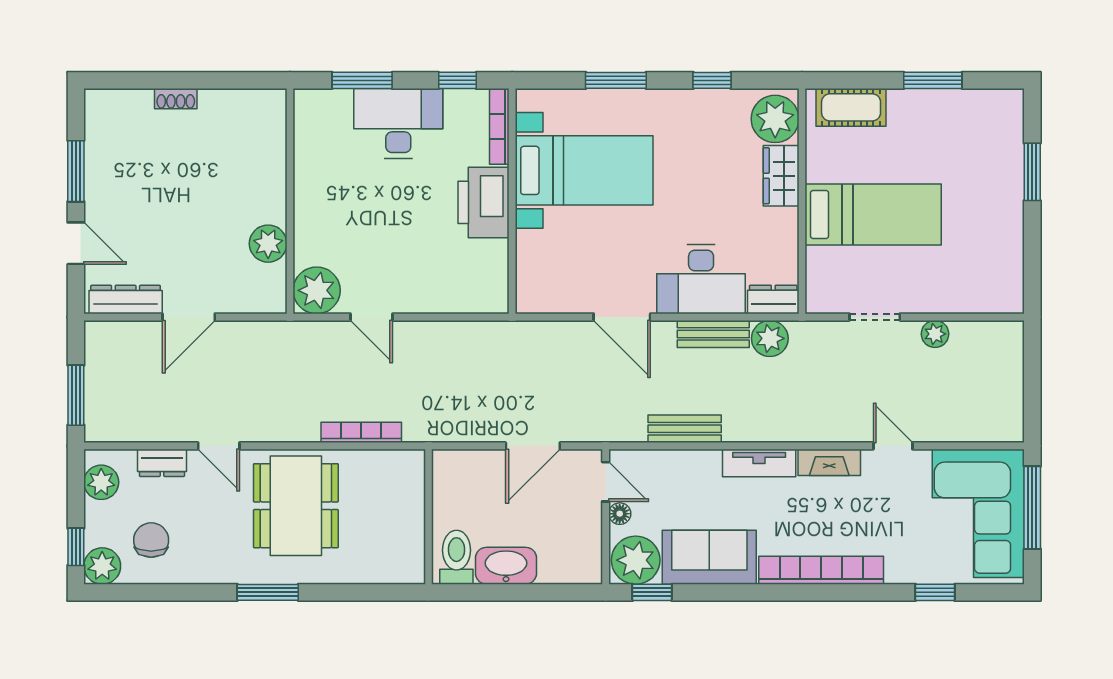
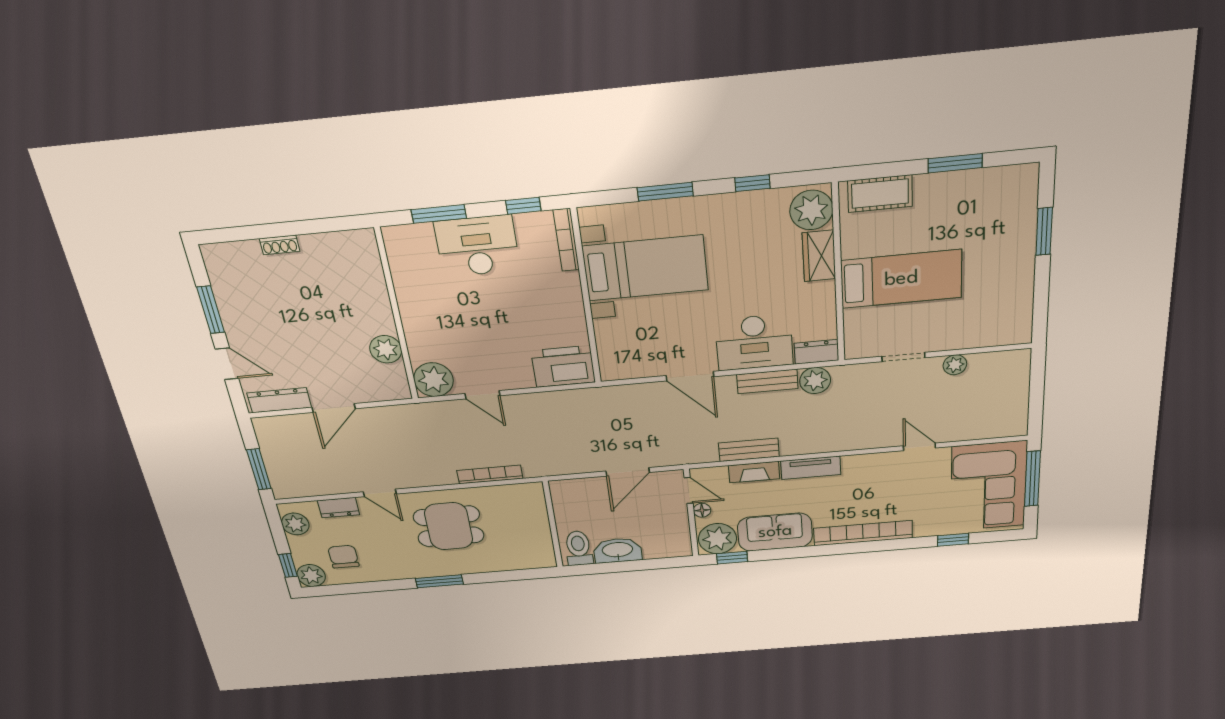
printer: (484, 202) -> (563, 366), moved, turned 90
fireplace: (829, 462) -> (754, 472), moved
dining table: (296, 506) -> (449, 526), width x0.73

